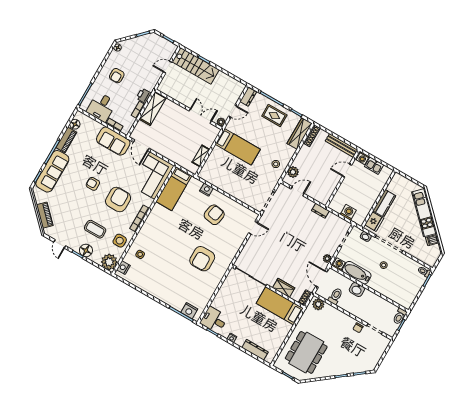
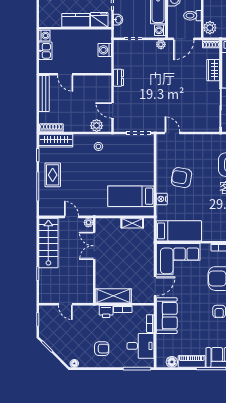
stairs: (196, 66) -> (48, 243), moved
dresser: (248, 97) -> (49, 210), removed
bed: (238, 147) -> (131, 196), moved, turned -90
washing machine: (363, 158) -> (44, 36), moved

